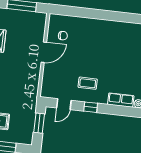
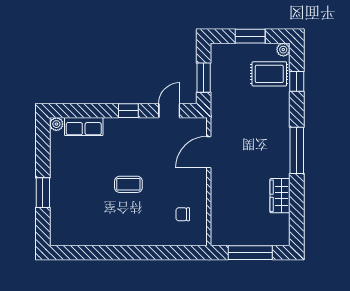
door: (44, 52) -> (209, 152), moved
coffee table: (88, 83) -> (128, 184), moved

